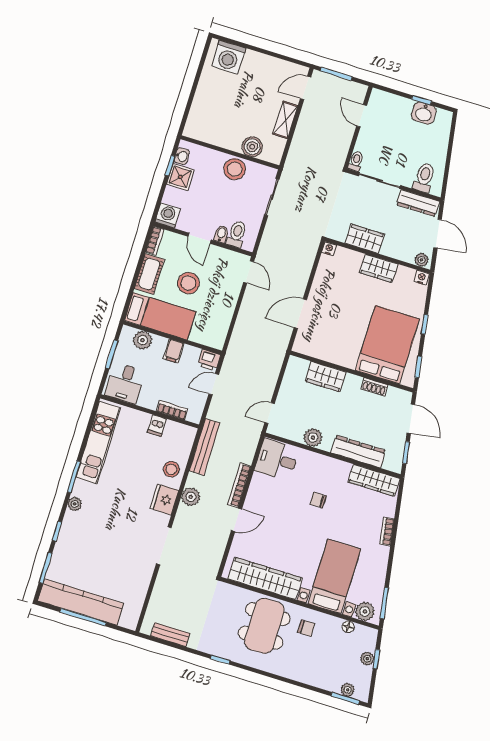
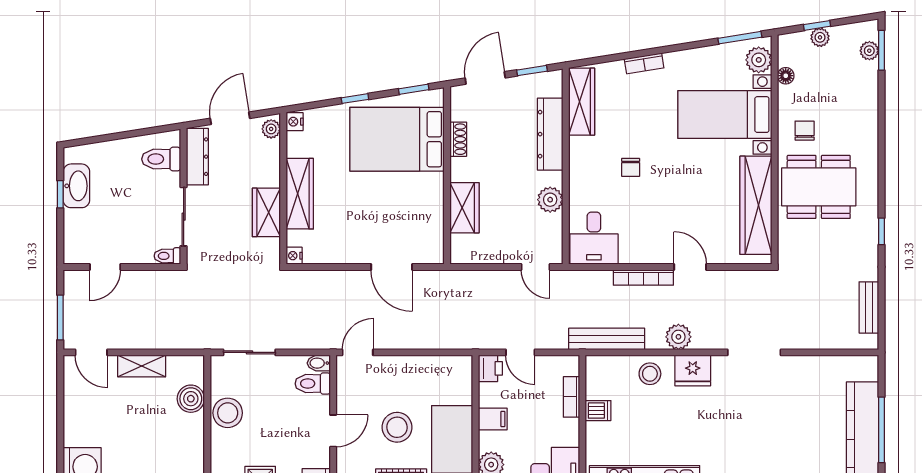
washbasin: (424, 113) -> (76, 186), width x1.38
bidet: (221, 234) -> (319, 363), moved
wardrobe: (379, 268) -> (300, 194), width x1.50

